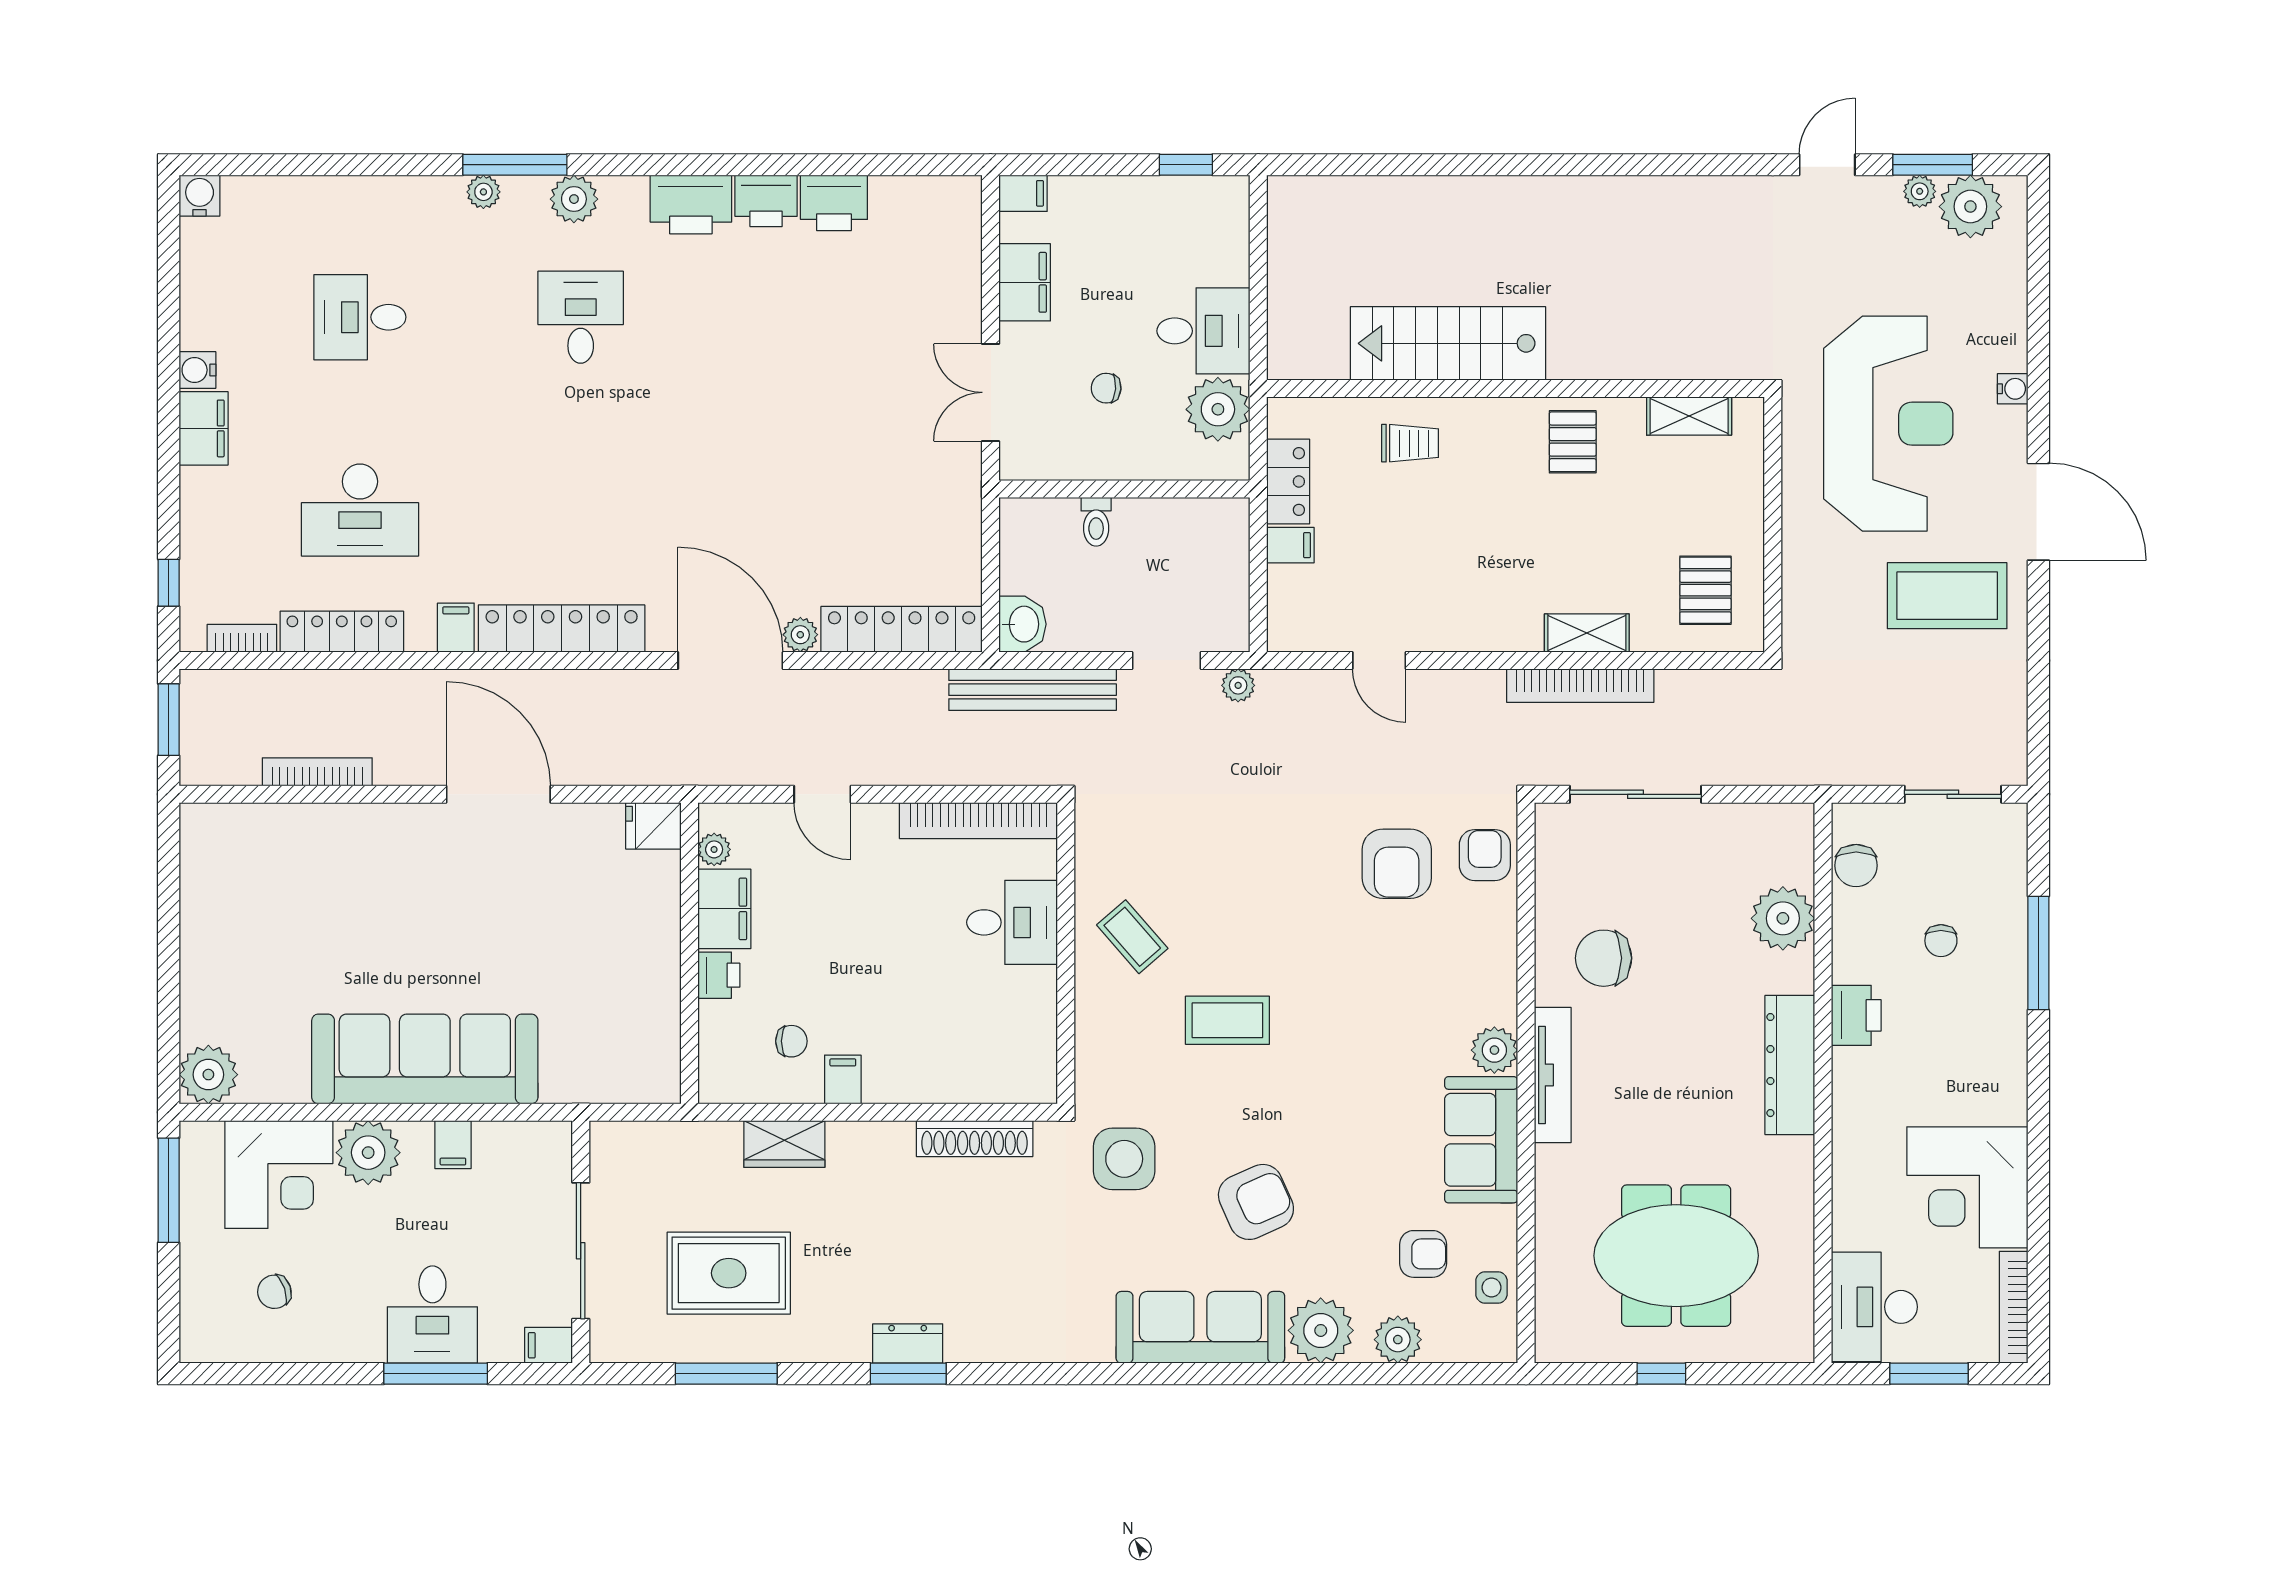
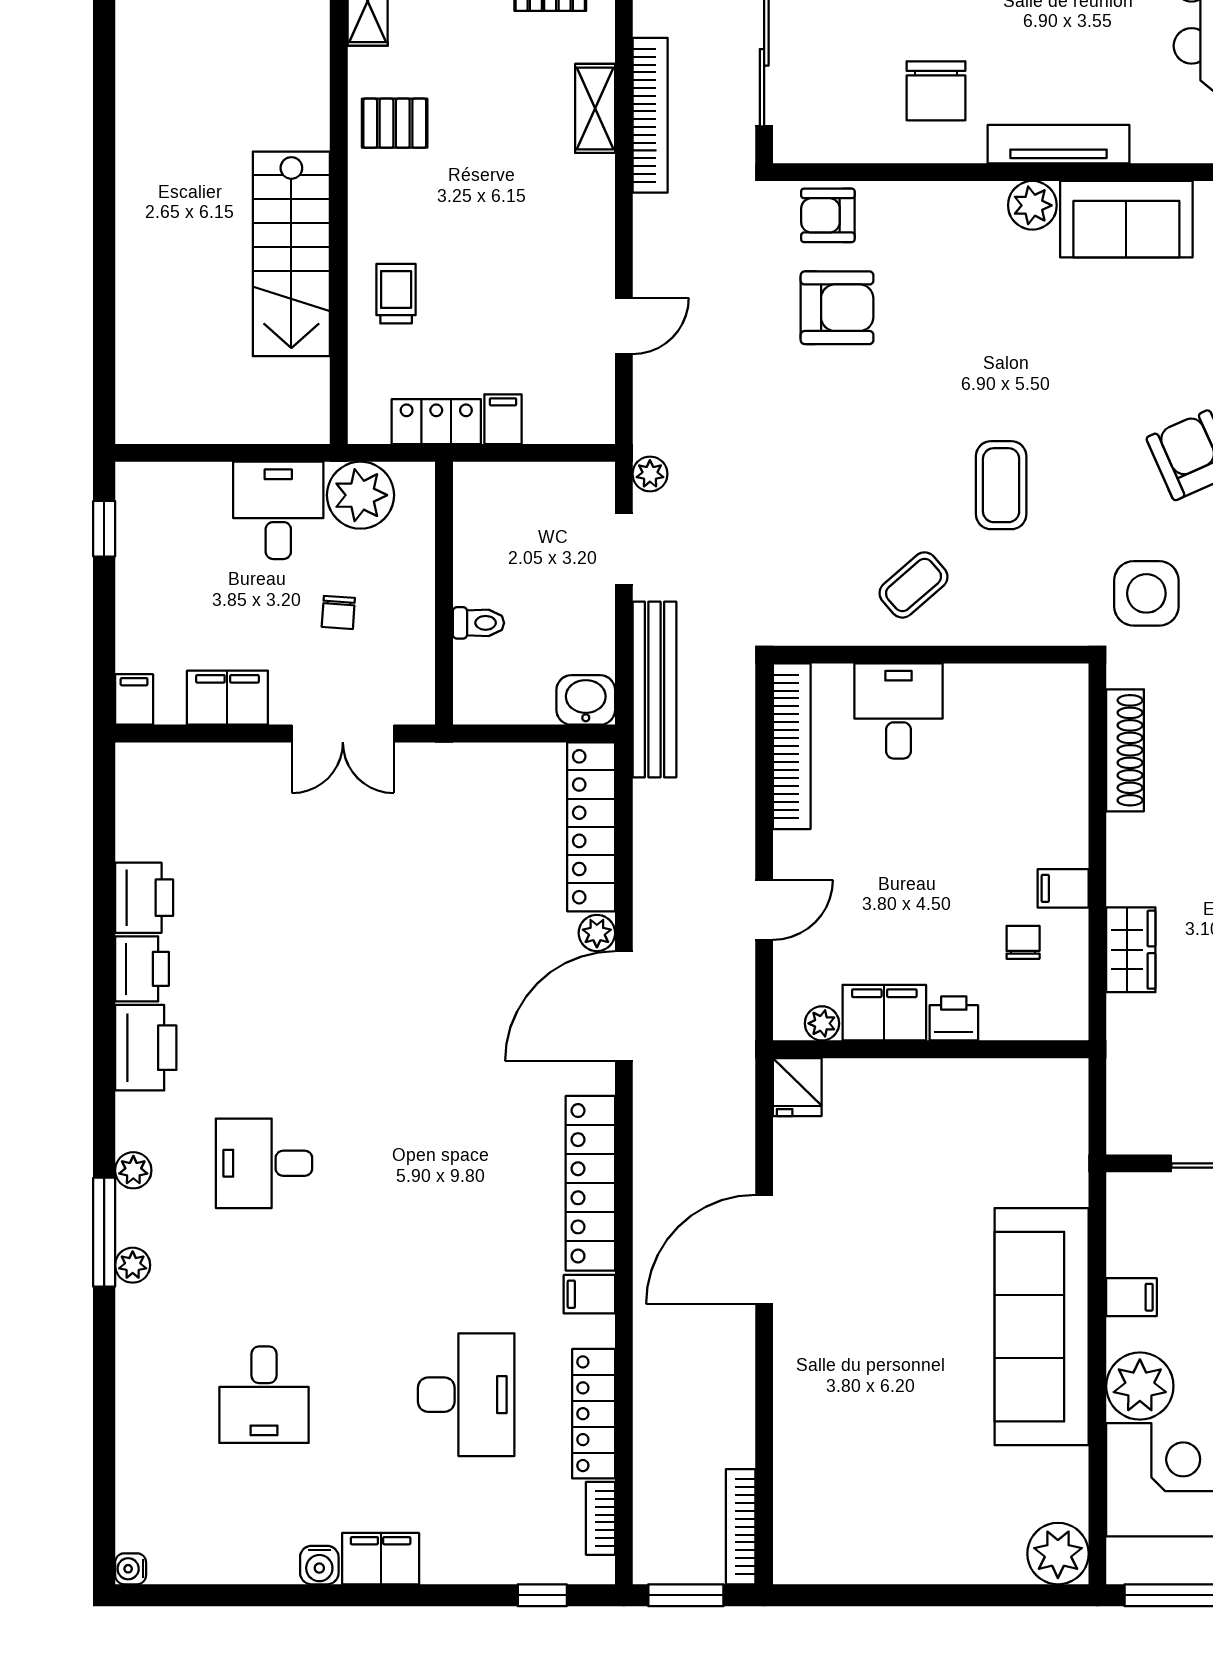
water cooler: (200, 196) -> (131, 1569), width x0.72, depth x0.72
plant: (574, 199) -> (133, 1170), width x0.73, depth x0.73
bookcase: (317, 772) -> (741, 1527), moved

